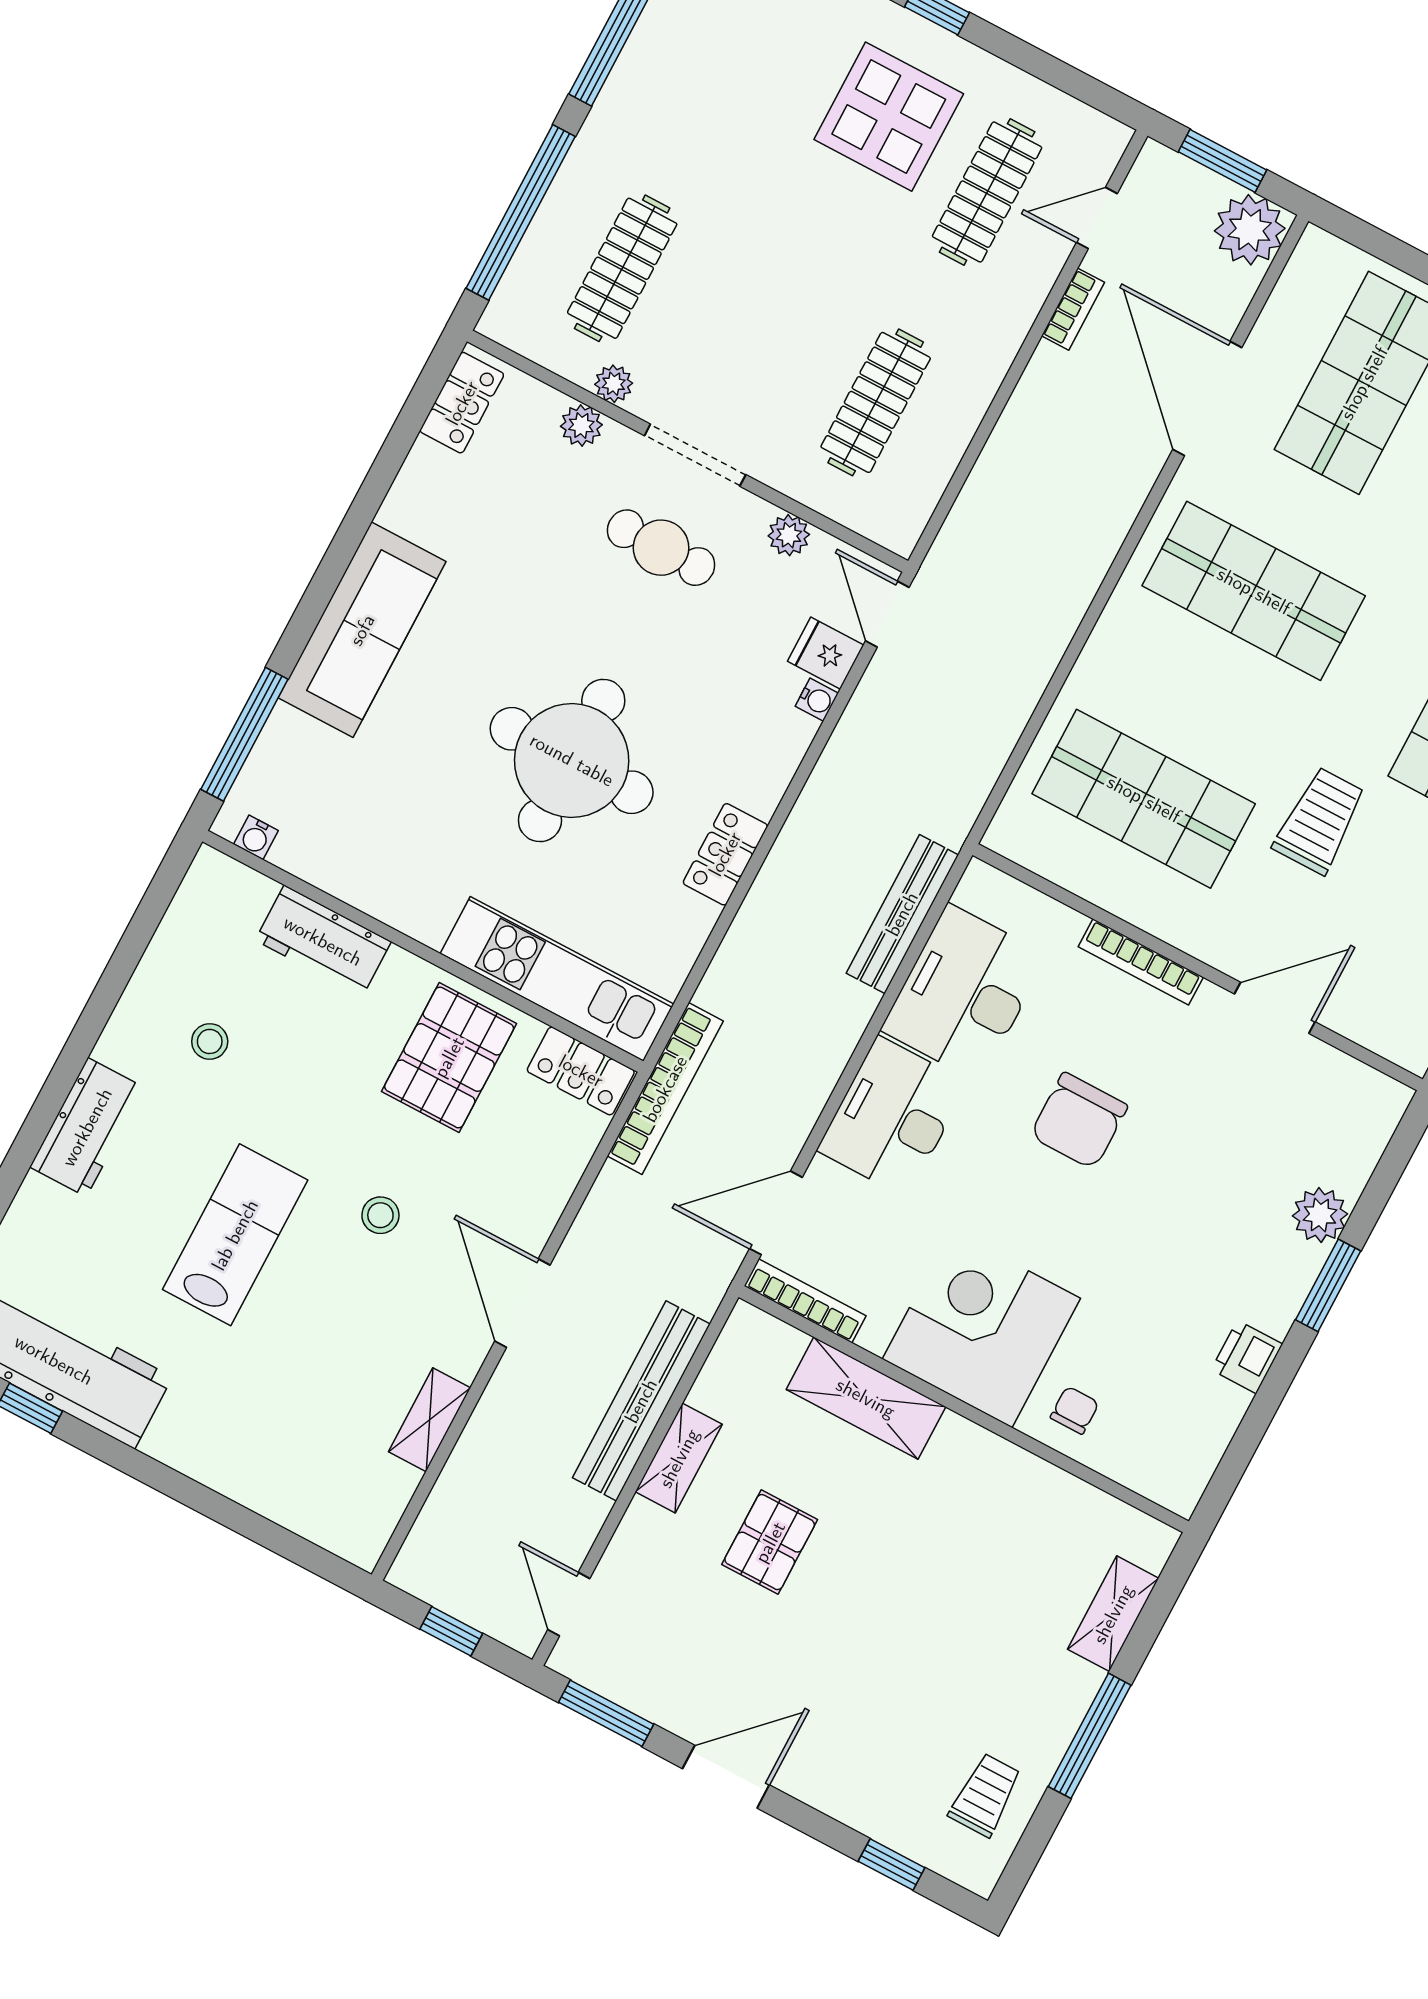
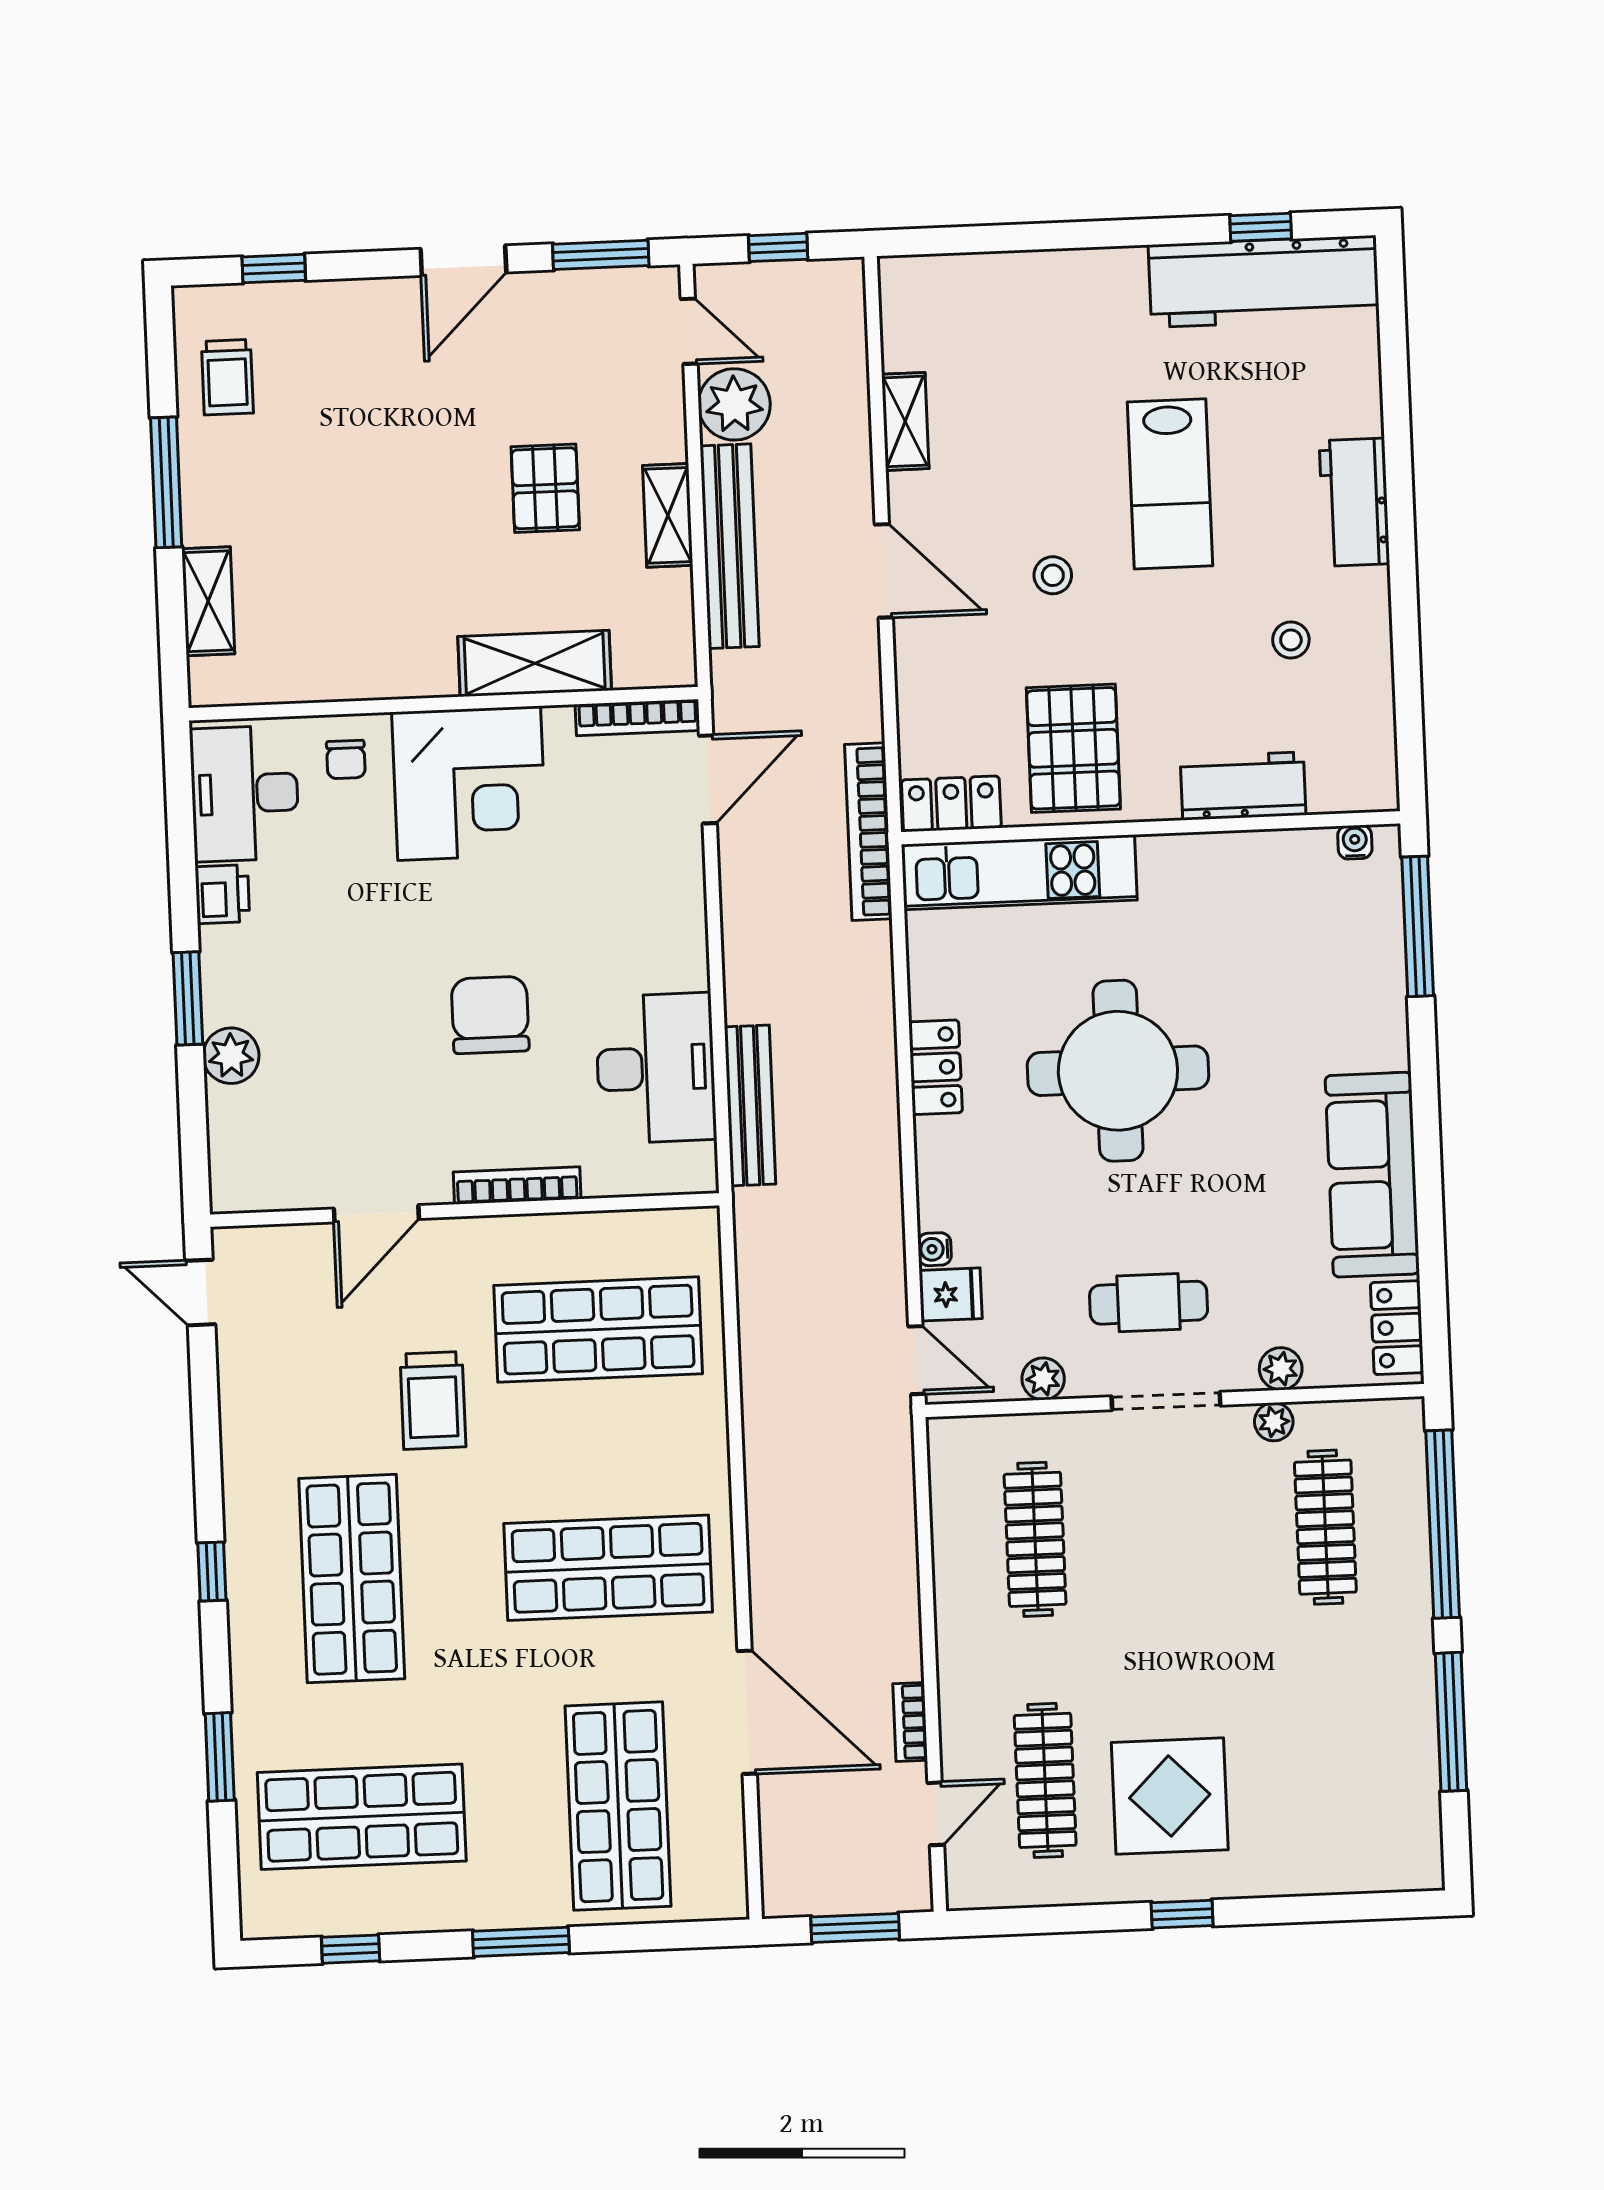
plant: (1250, 230) -> (734, 404), moved
sofa: (362, 630) -> (1372, 1175), moved
desk: (892, 1117) -> (245, 793), moved, turned 180

